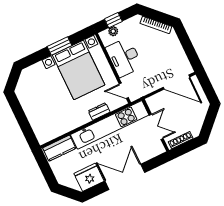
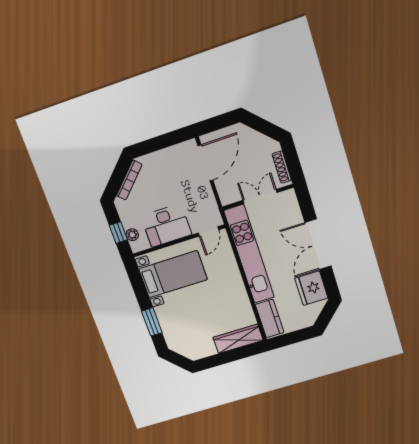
window: (60, 46) -> (152, 322), moved
bed with nightstands: (79, 70) -> (173, 274), width x0.73
dresser: (99, 111) -> (231, 265), removed
wardrobe: (39, 125) -> (238, 339), added

